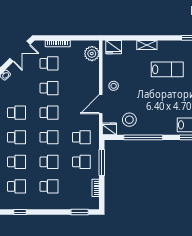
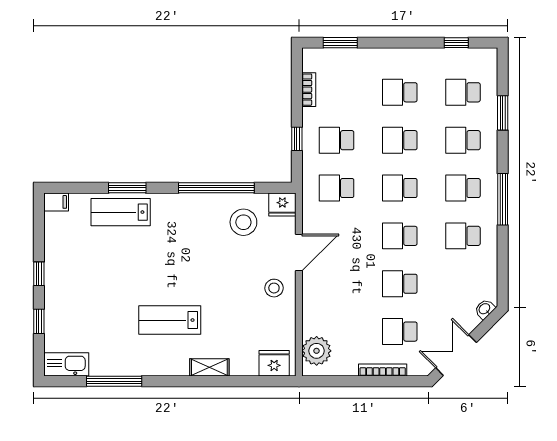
window: (102, 163) -> (297, 139), width x0.46

